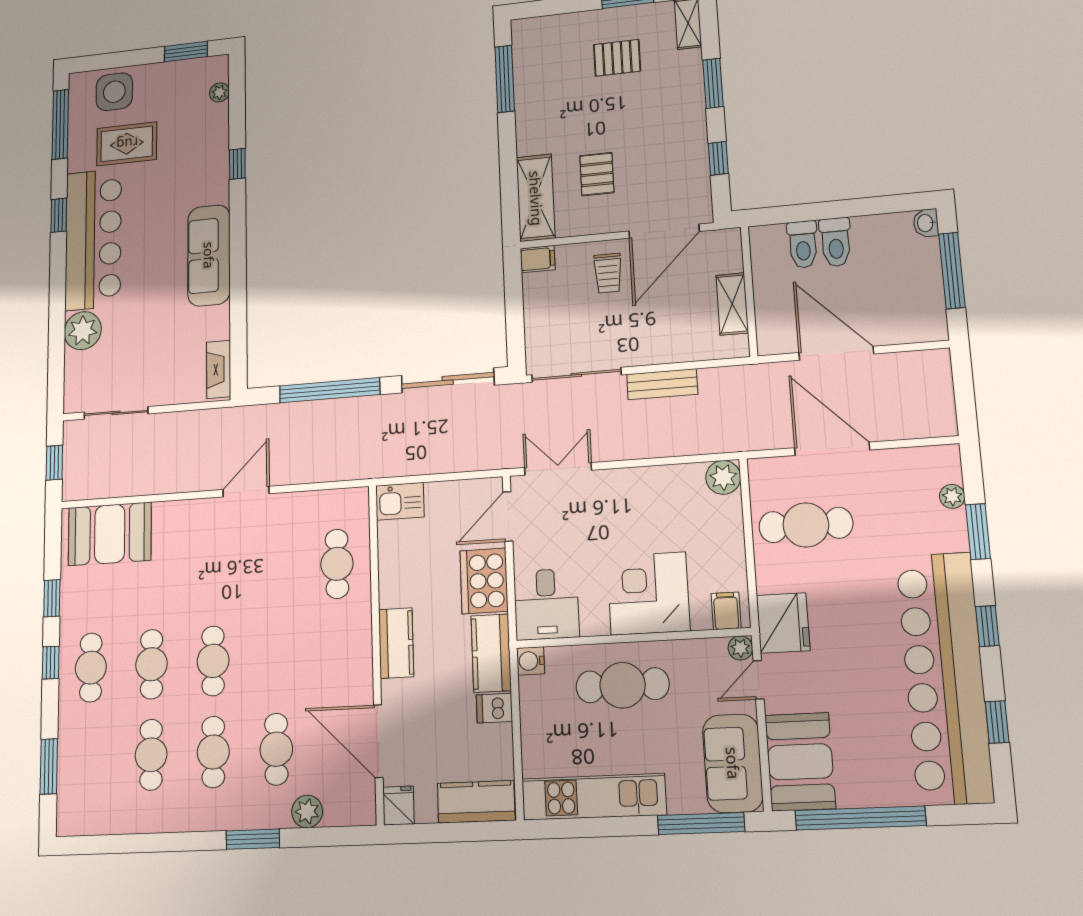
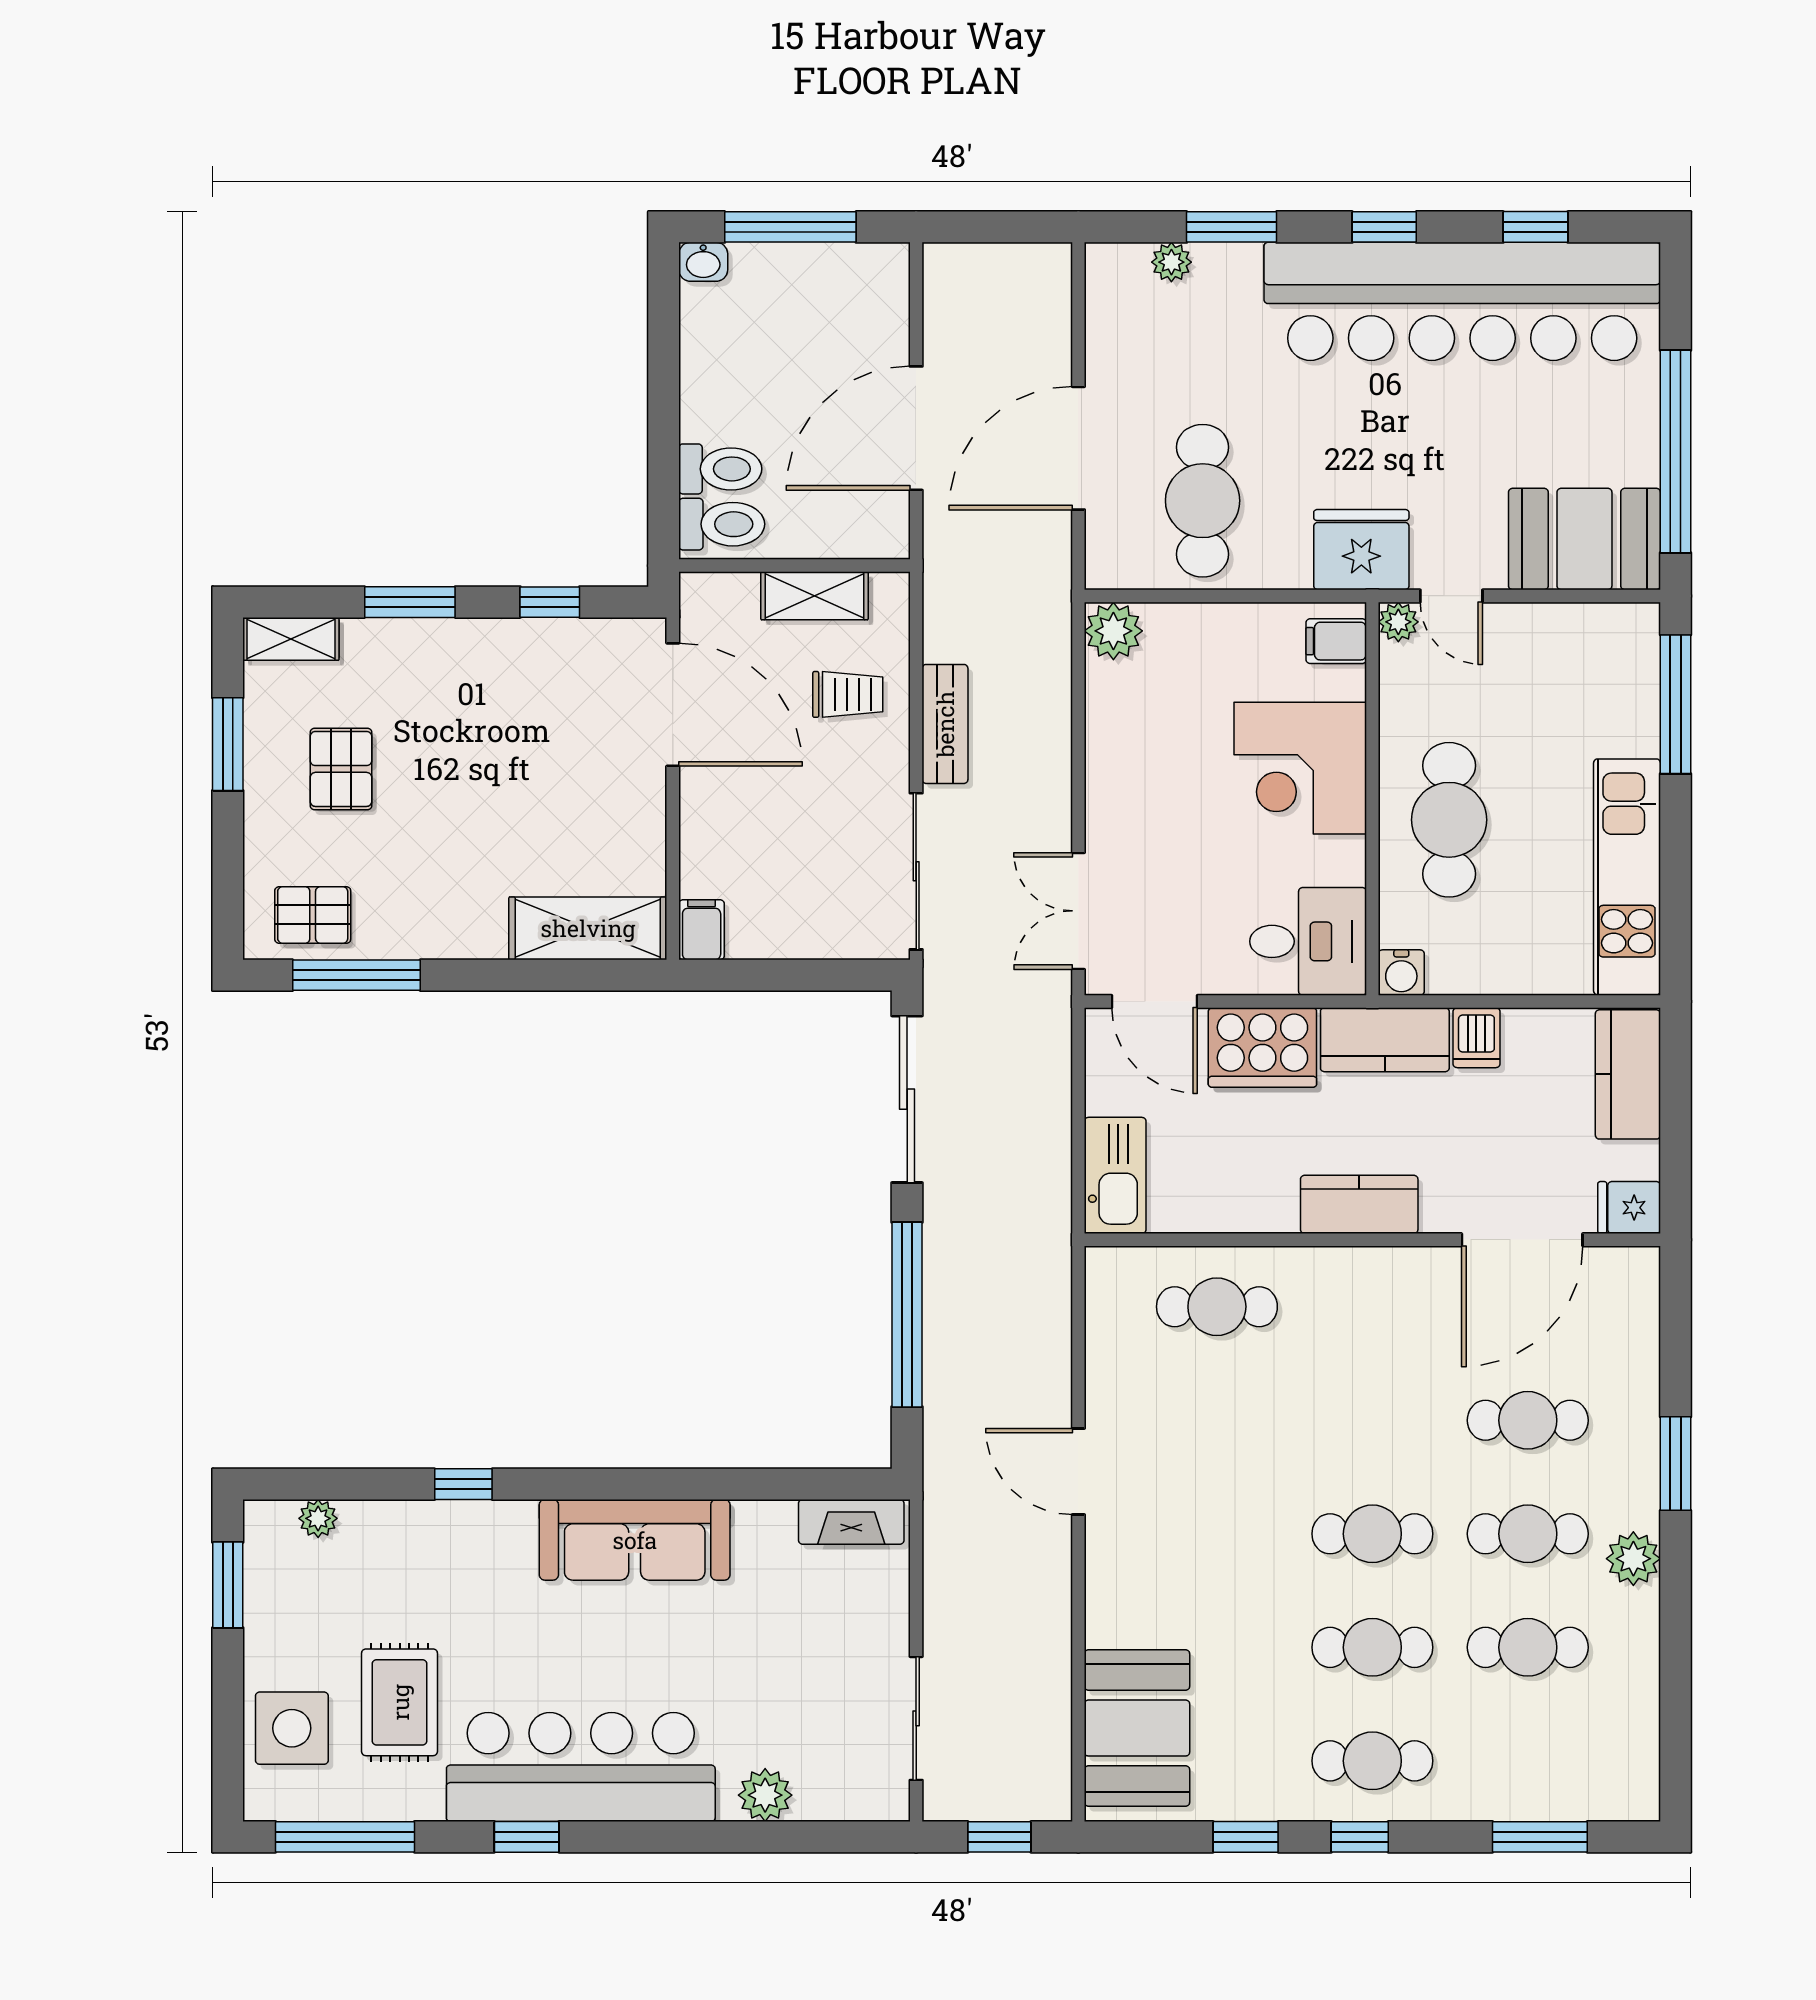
pallet: (597, 174) -> (313, 915), moved
toilet: (836, 242) -> (722, 524), moved
trolley: (608, 273) -> (848, 694), moved
plant: (83, 331) -> (765, 1795), width x0.73, depth x0.73
kitchen sink: (400, 501) -> (1115, 1175), width x1.38
sofa: (733, 763) -> (1583, 647), removed
plant: (307, 811) -> (1633, 1559), moved

